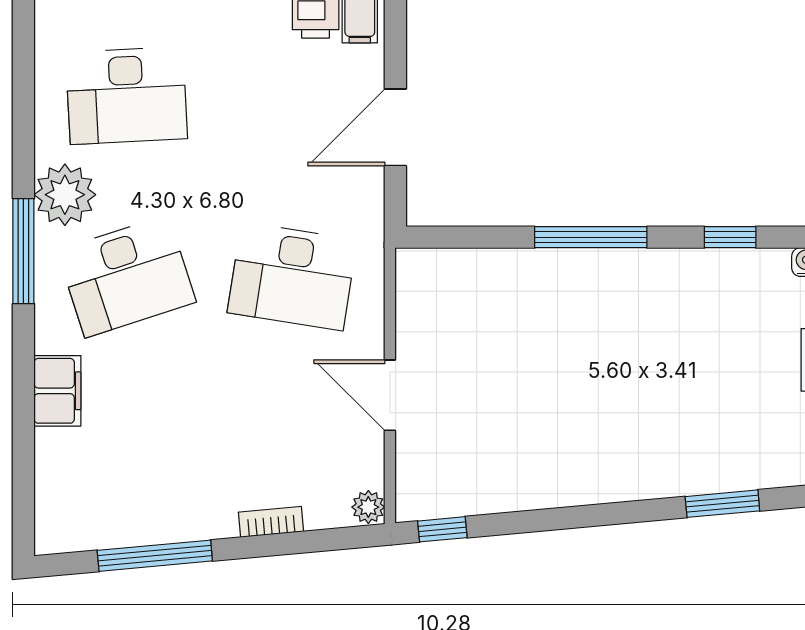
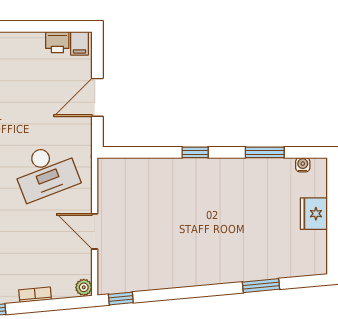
window: (591, 237) -> (195, 152), width x0.46
window: (730, 237) -> (265, 152), width x1.50
desk: (292, 276) -> (46, 172), turned -30

